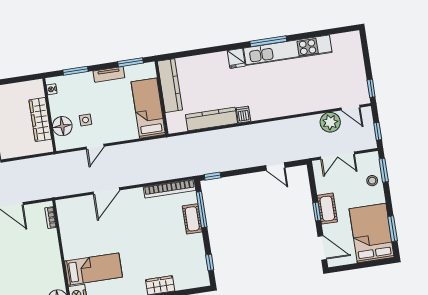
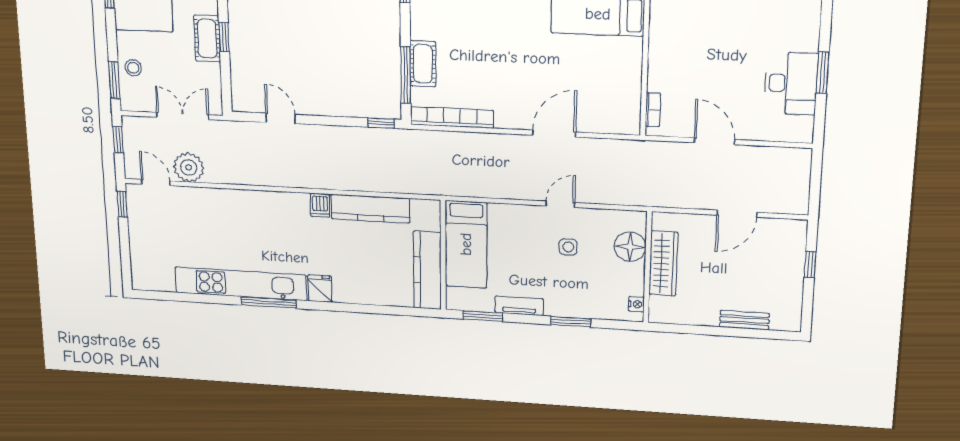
nightstand: (52, 89) -> (636, 304), moved
wall: (49, 115) -> (648, 267), moved
wardrobe: (40, 119) -> (663, 263), moved
floor lamp: (62, 126) -> (630, 247), moved

